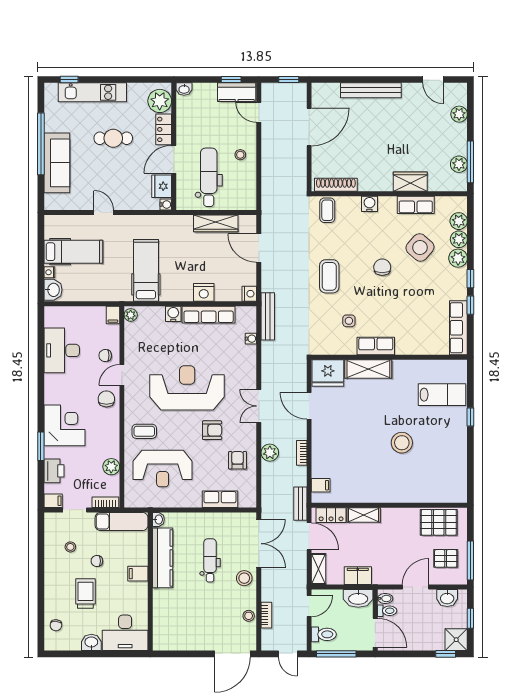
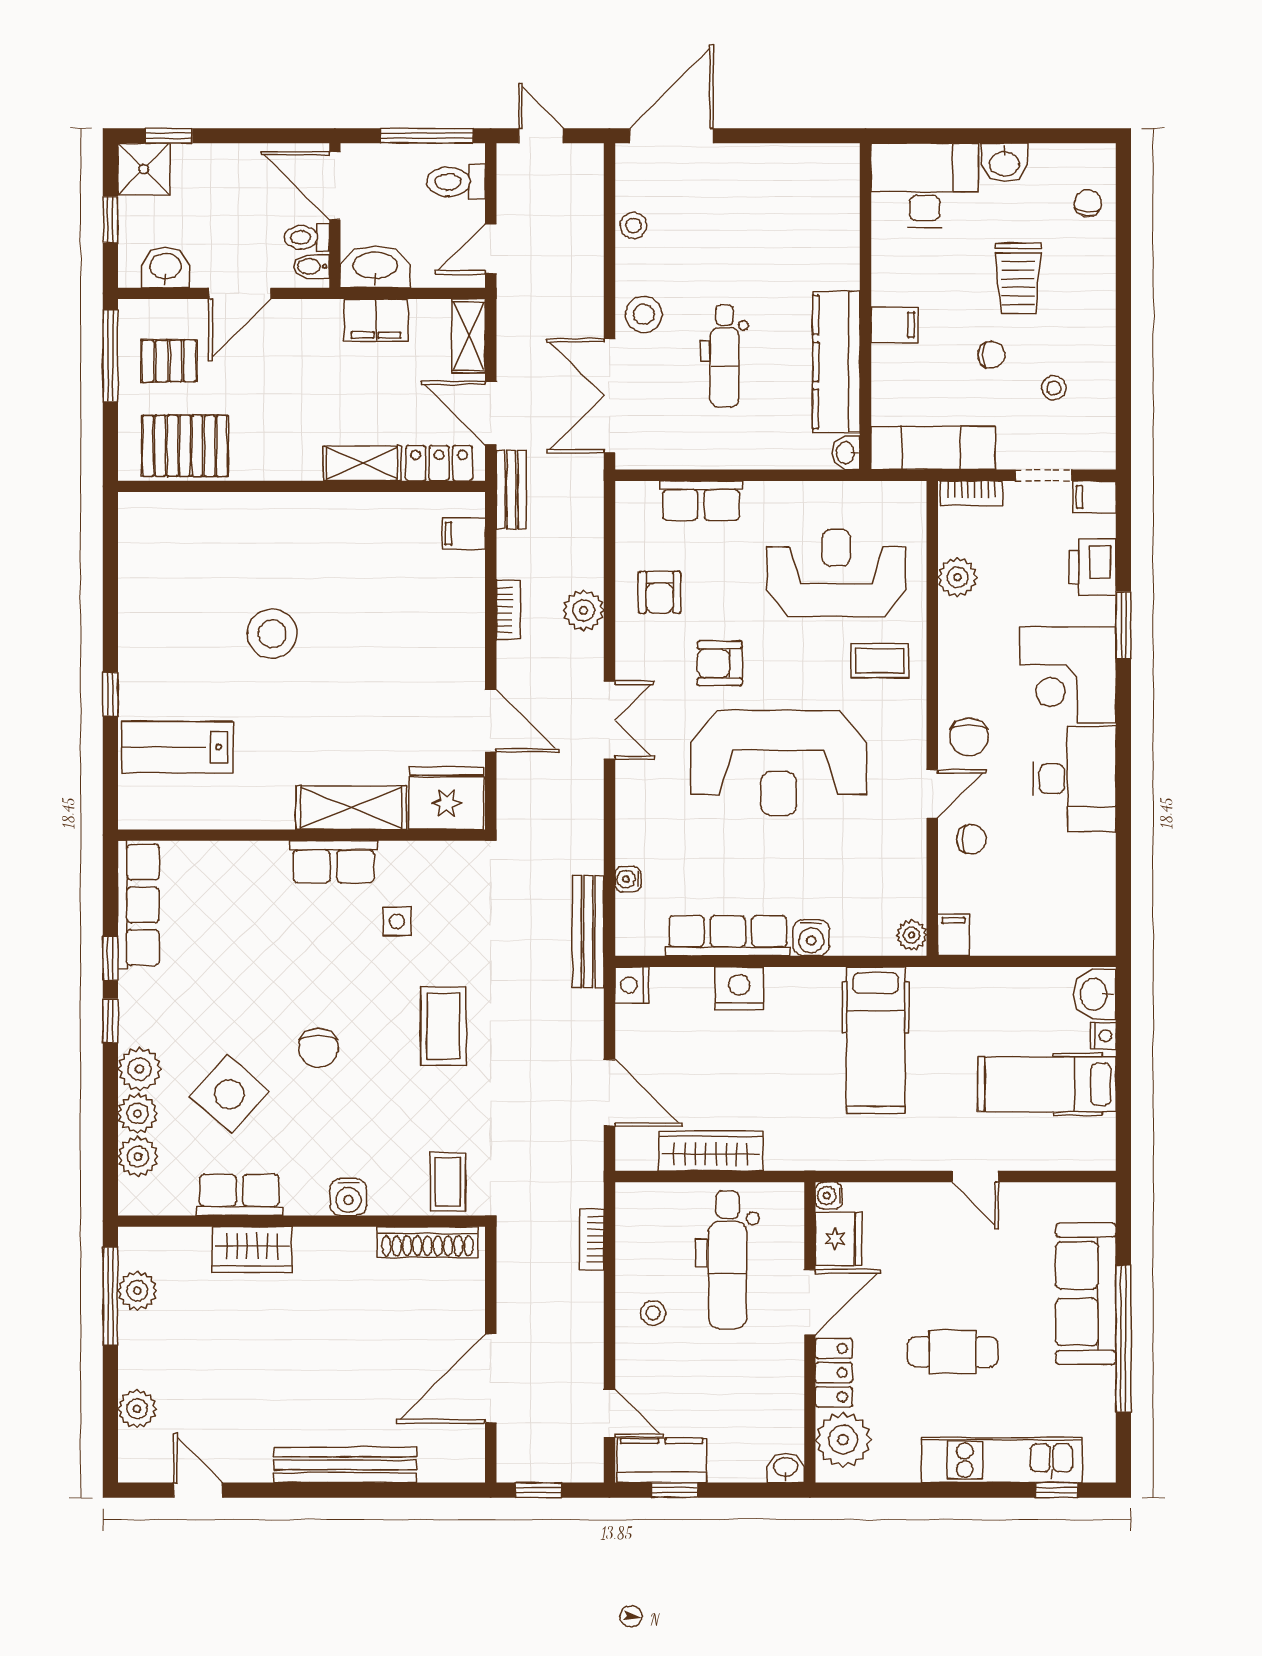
desk: (62, 350) -> (1074, 779), moved
bookcase: (266, 615) -> (592, 1239), moved

